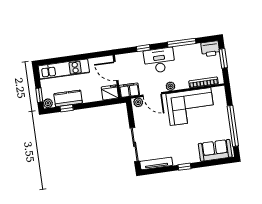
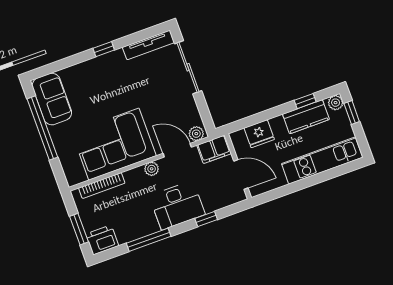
fridge: (110, 92) -> (259, 134), moved
sofa: (215, 150) -> (52, 99), moved, turned -90

